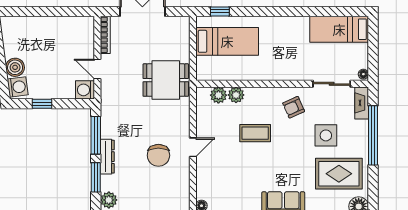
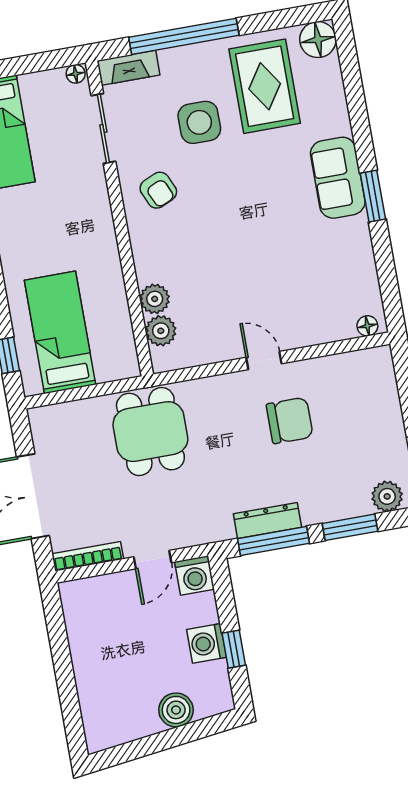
washing machine: (18, 87) -> (207, 643), moved, turned -83
coffee table: (255, 133) -> (218, 252), removed
dresser: (107, 157) -> (267, 521), moved

